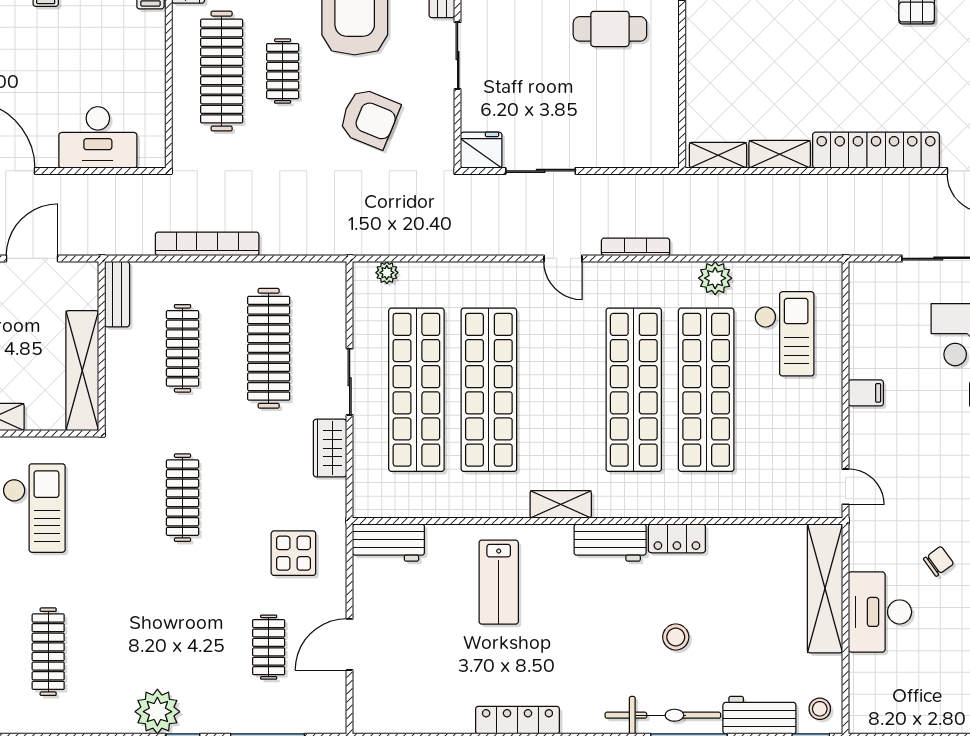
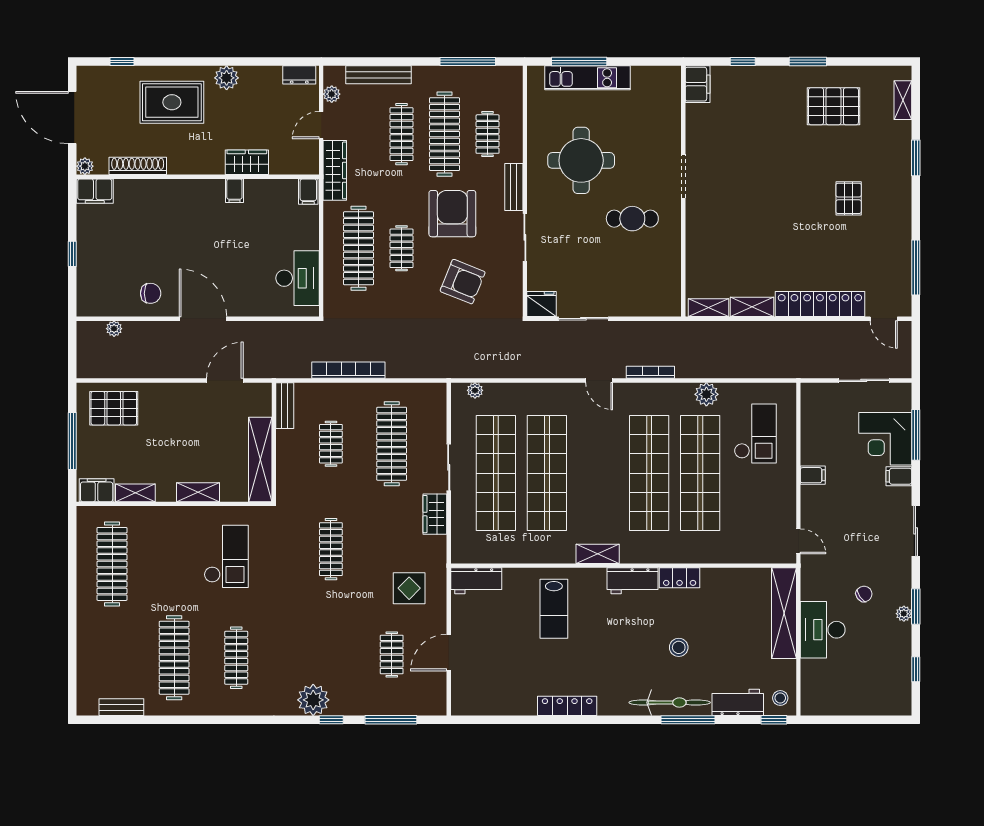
desk: (98, 137) -> (298, 278), moved, turned -90
clothes rail: (183, 348) -> (331, 444), width x0.73

